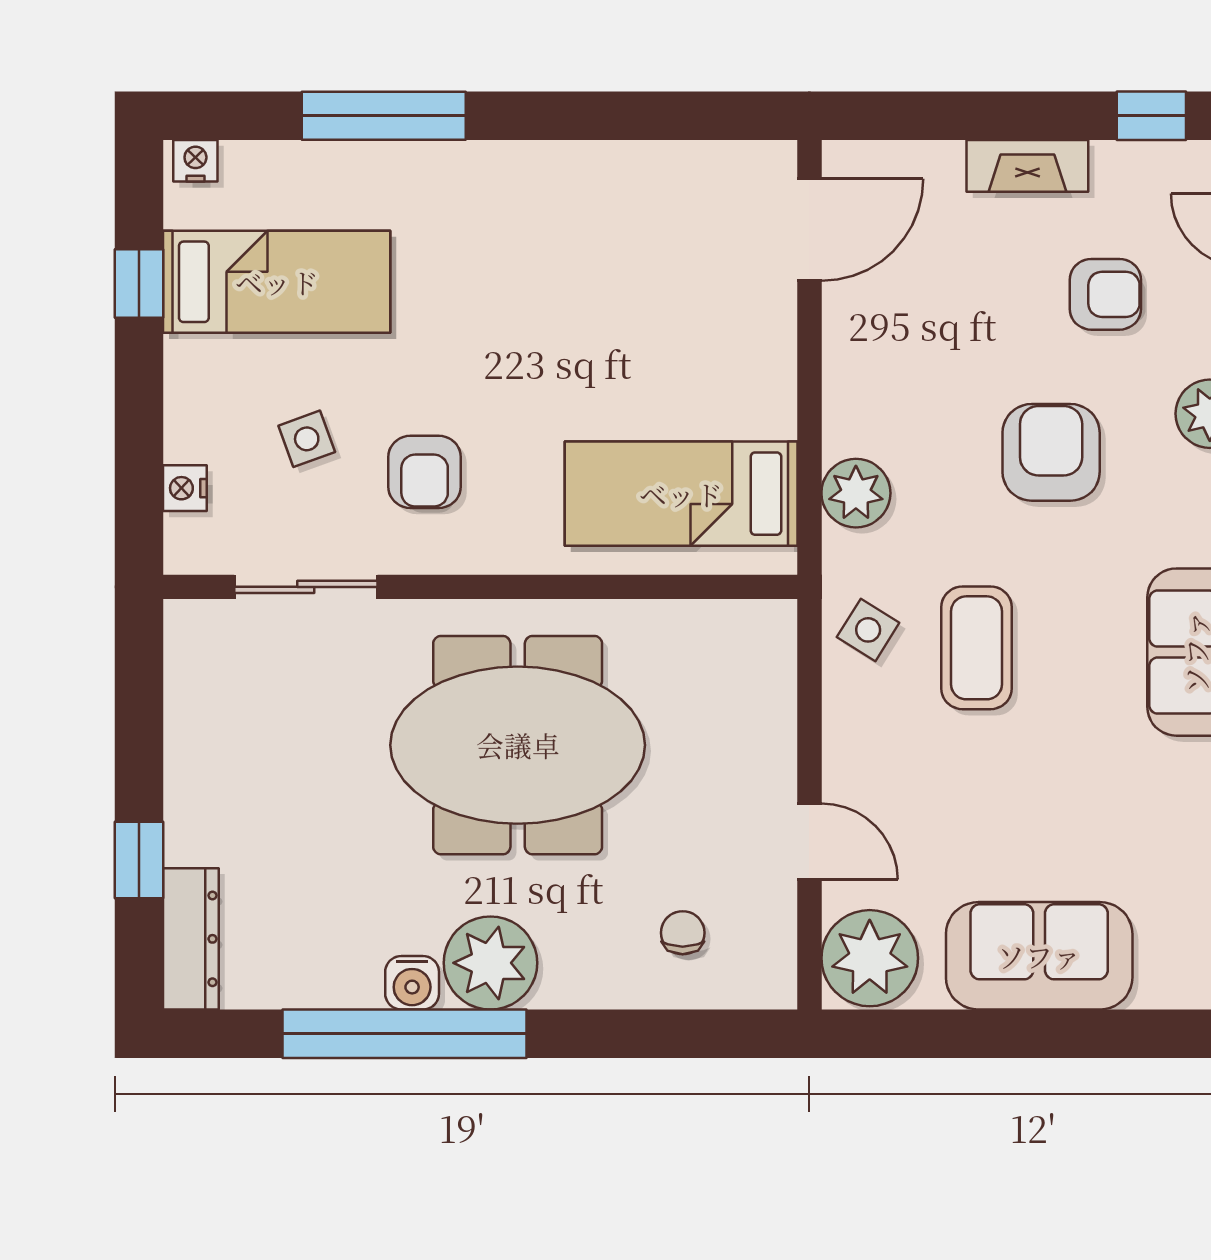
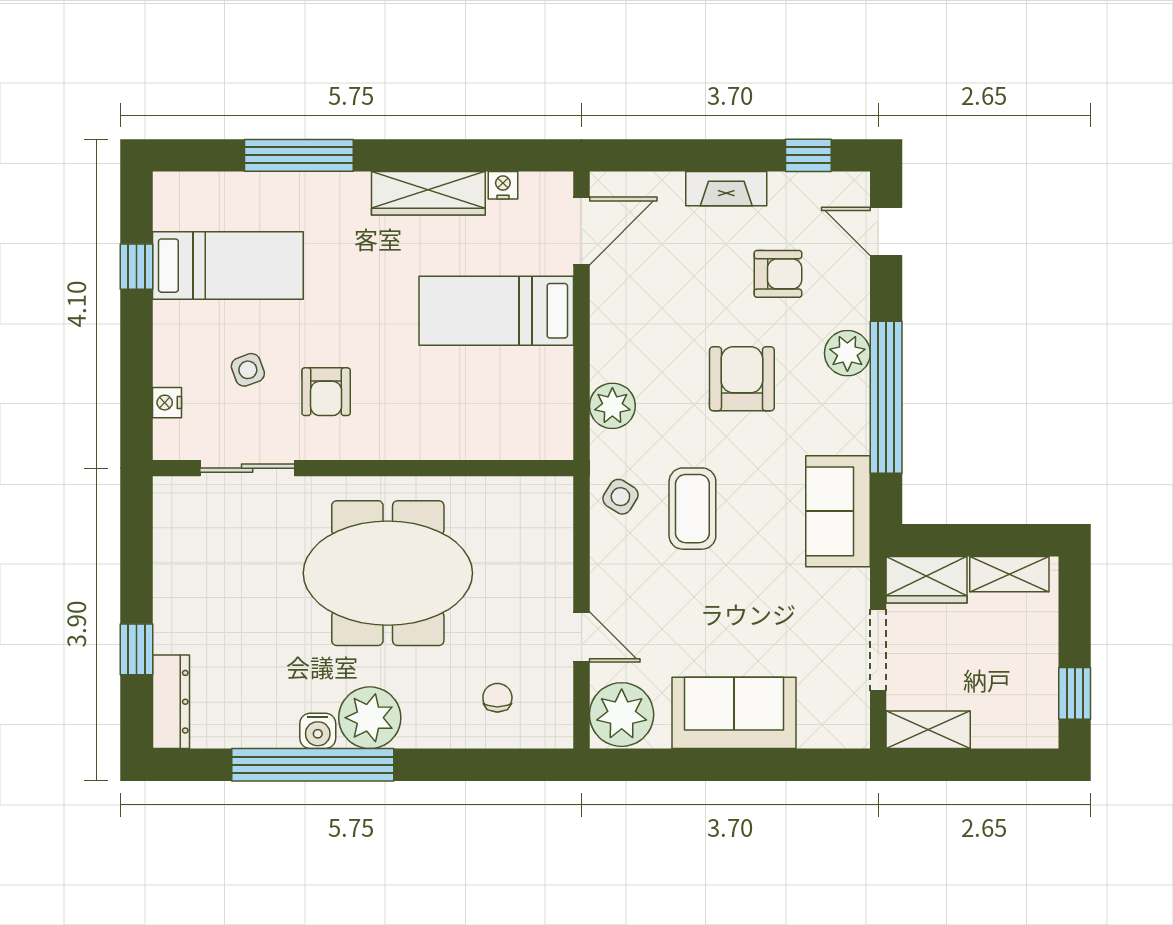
nightstand: (195, 161) -> (503, 185), moved
wardrobe: (579, 173) -> (428, 193), added
bed: (681, 494) -> (496, 311), moved

